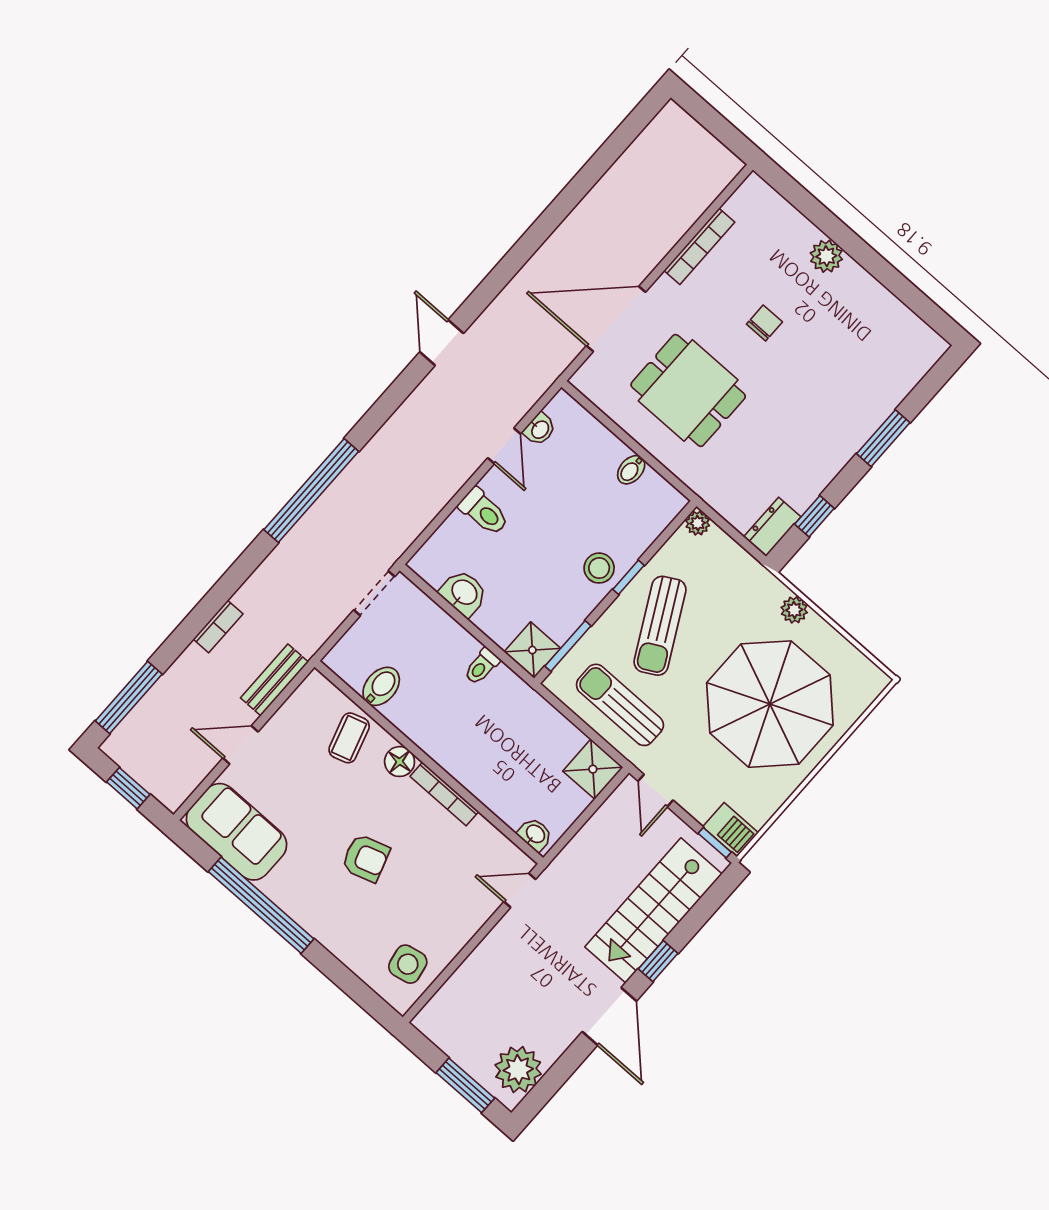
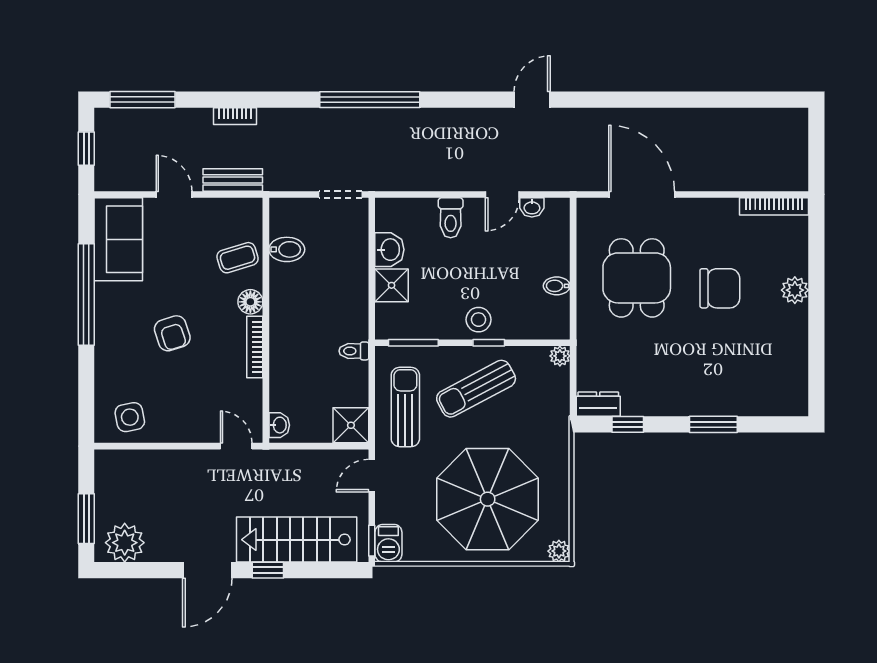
bookcase: (699, 246) -> (774, 206), moved
chair: (764, 323) -> (720, 288), width x1.87, depth x1.87
plant: (794, 610) -> (559, 551), moved
shower: (532, 650) -> (392, 285), moved
toilet: (482, 666) -> (354, 351), moved

